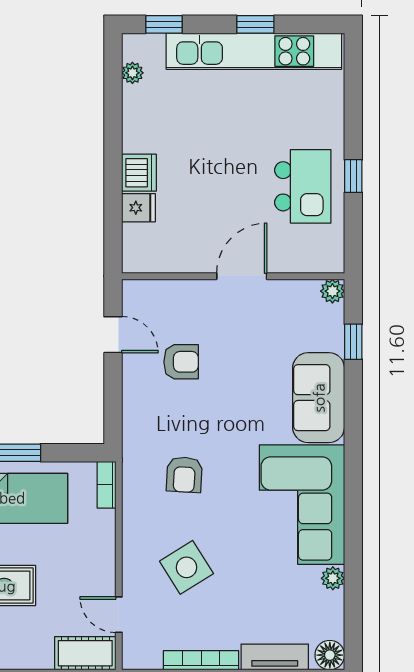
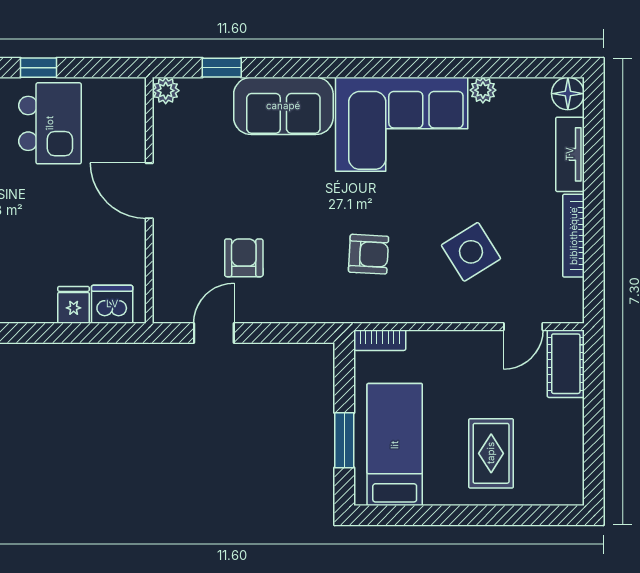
dishwasher: (139, 173) -> (112, 304), moved
kitchen island: (303, 186) -> (50, 123), turned 90

